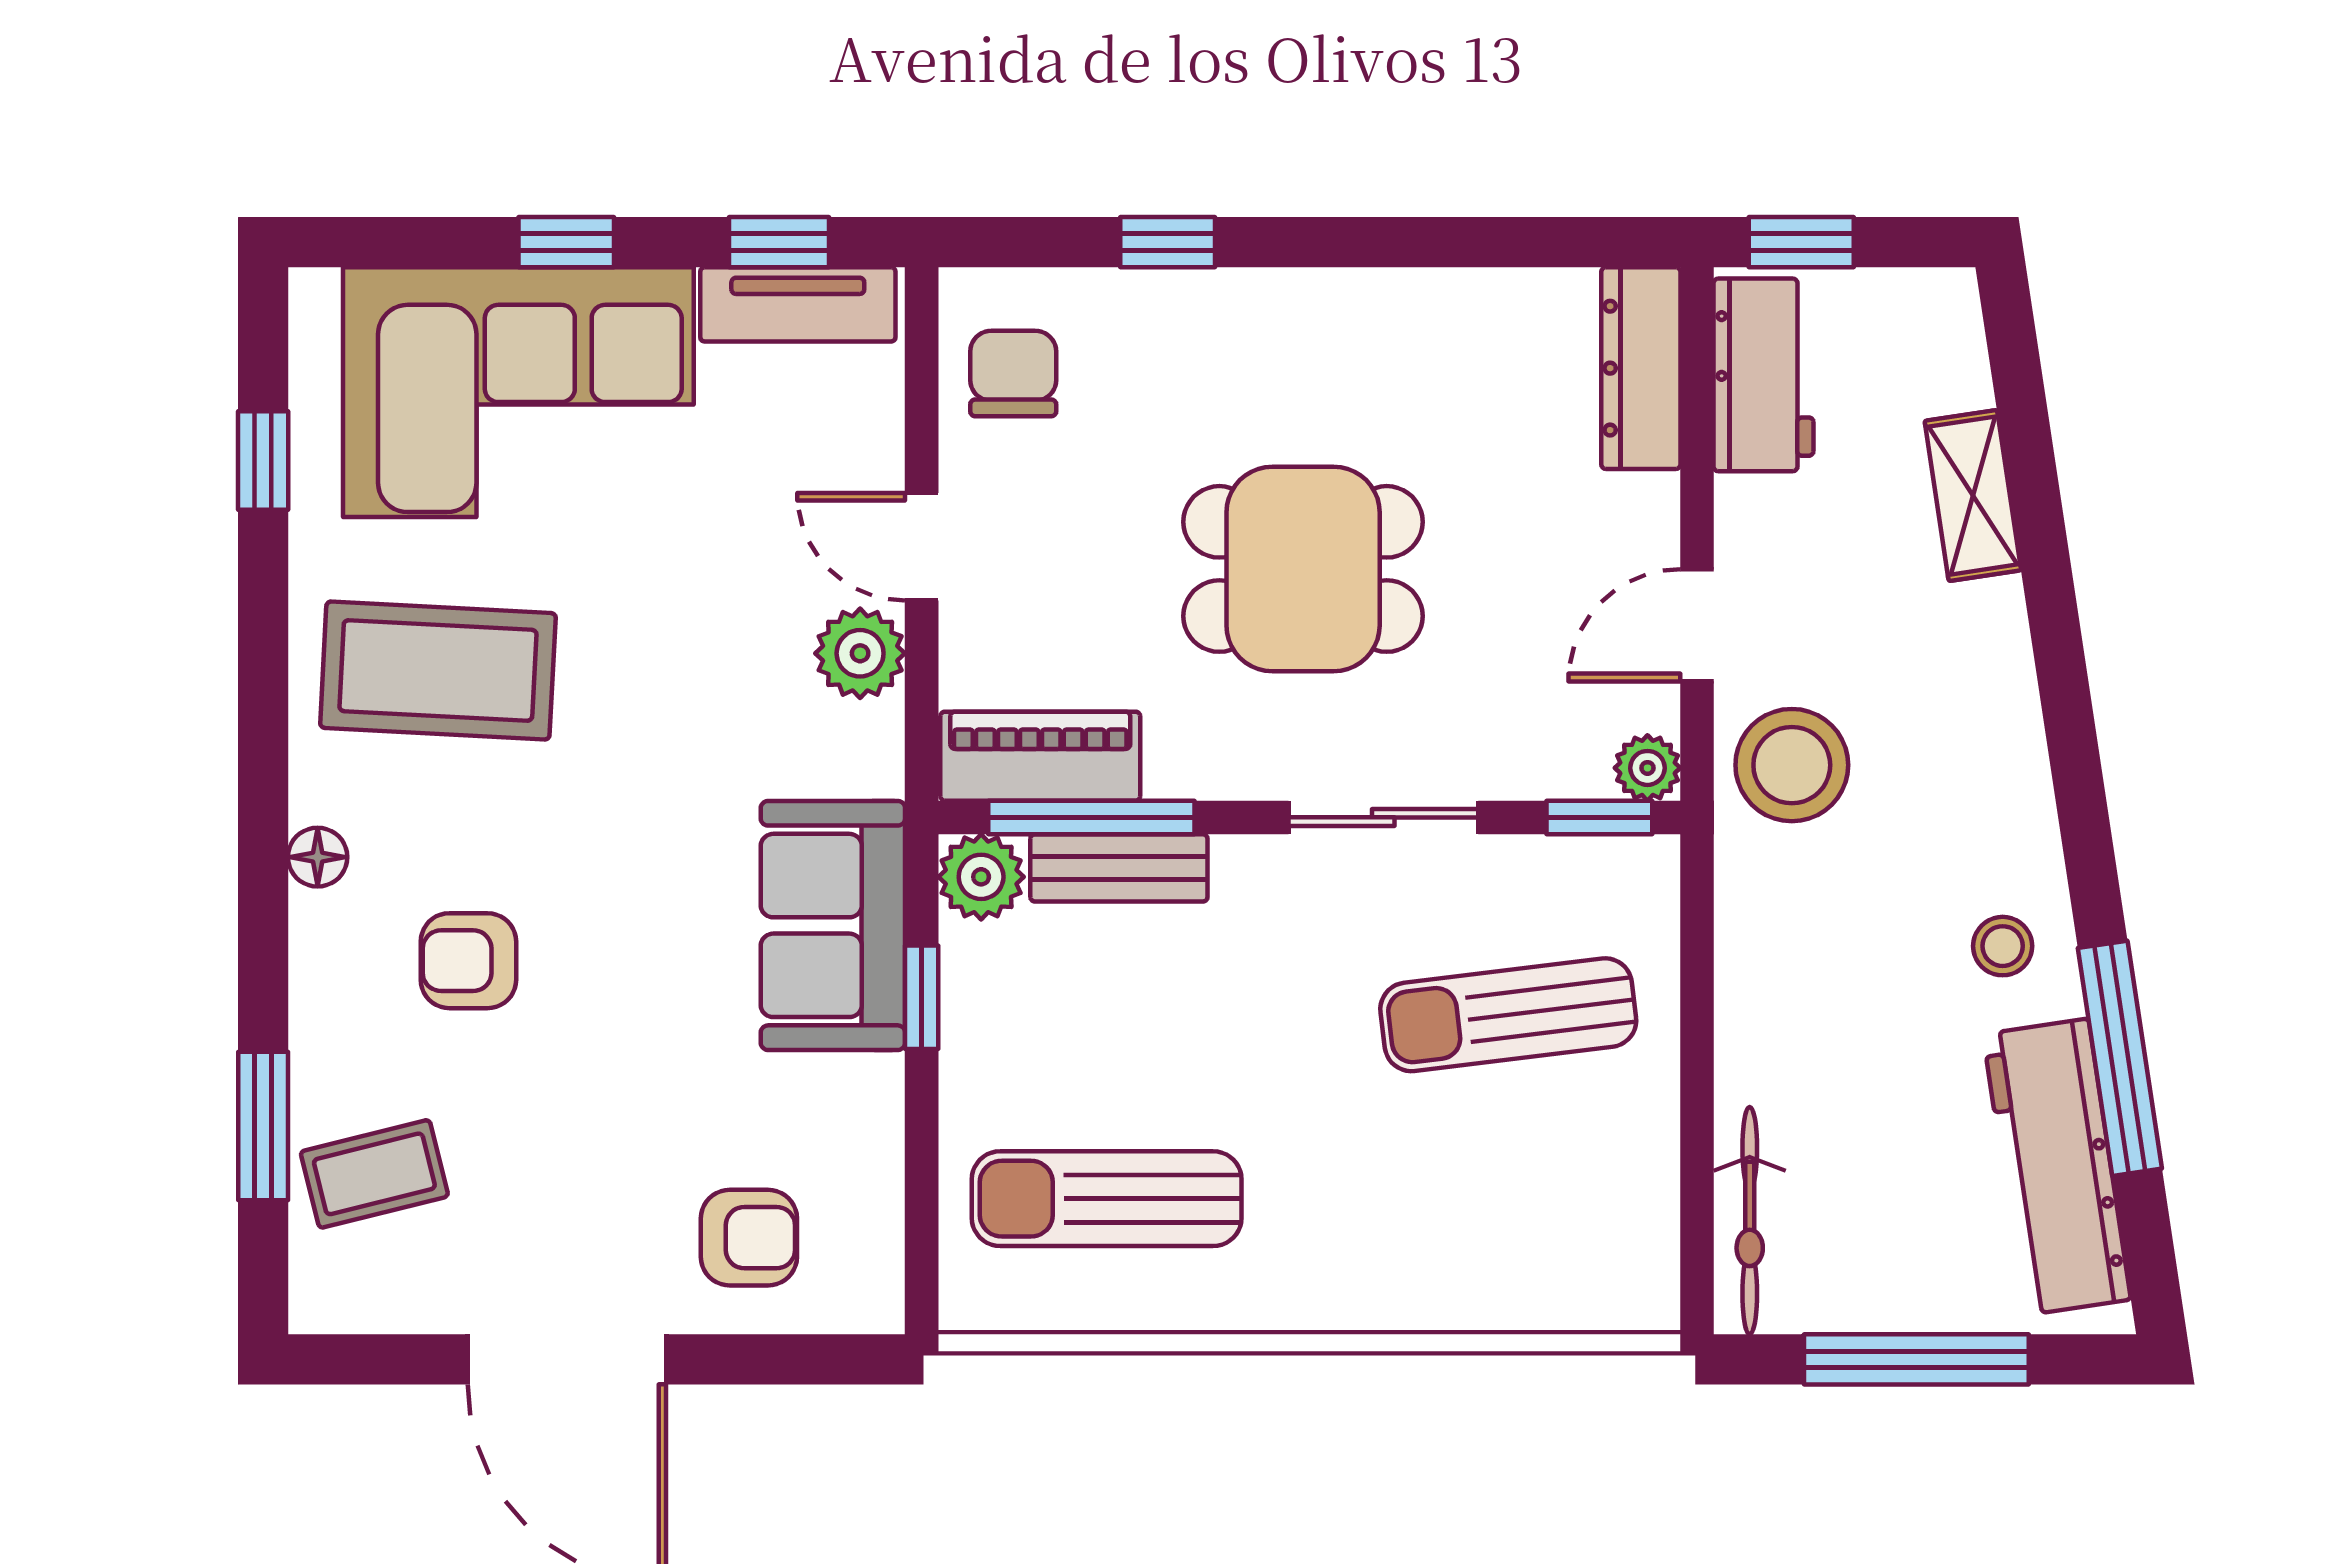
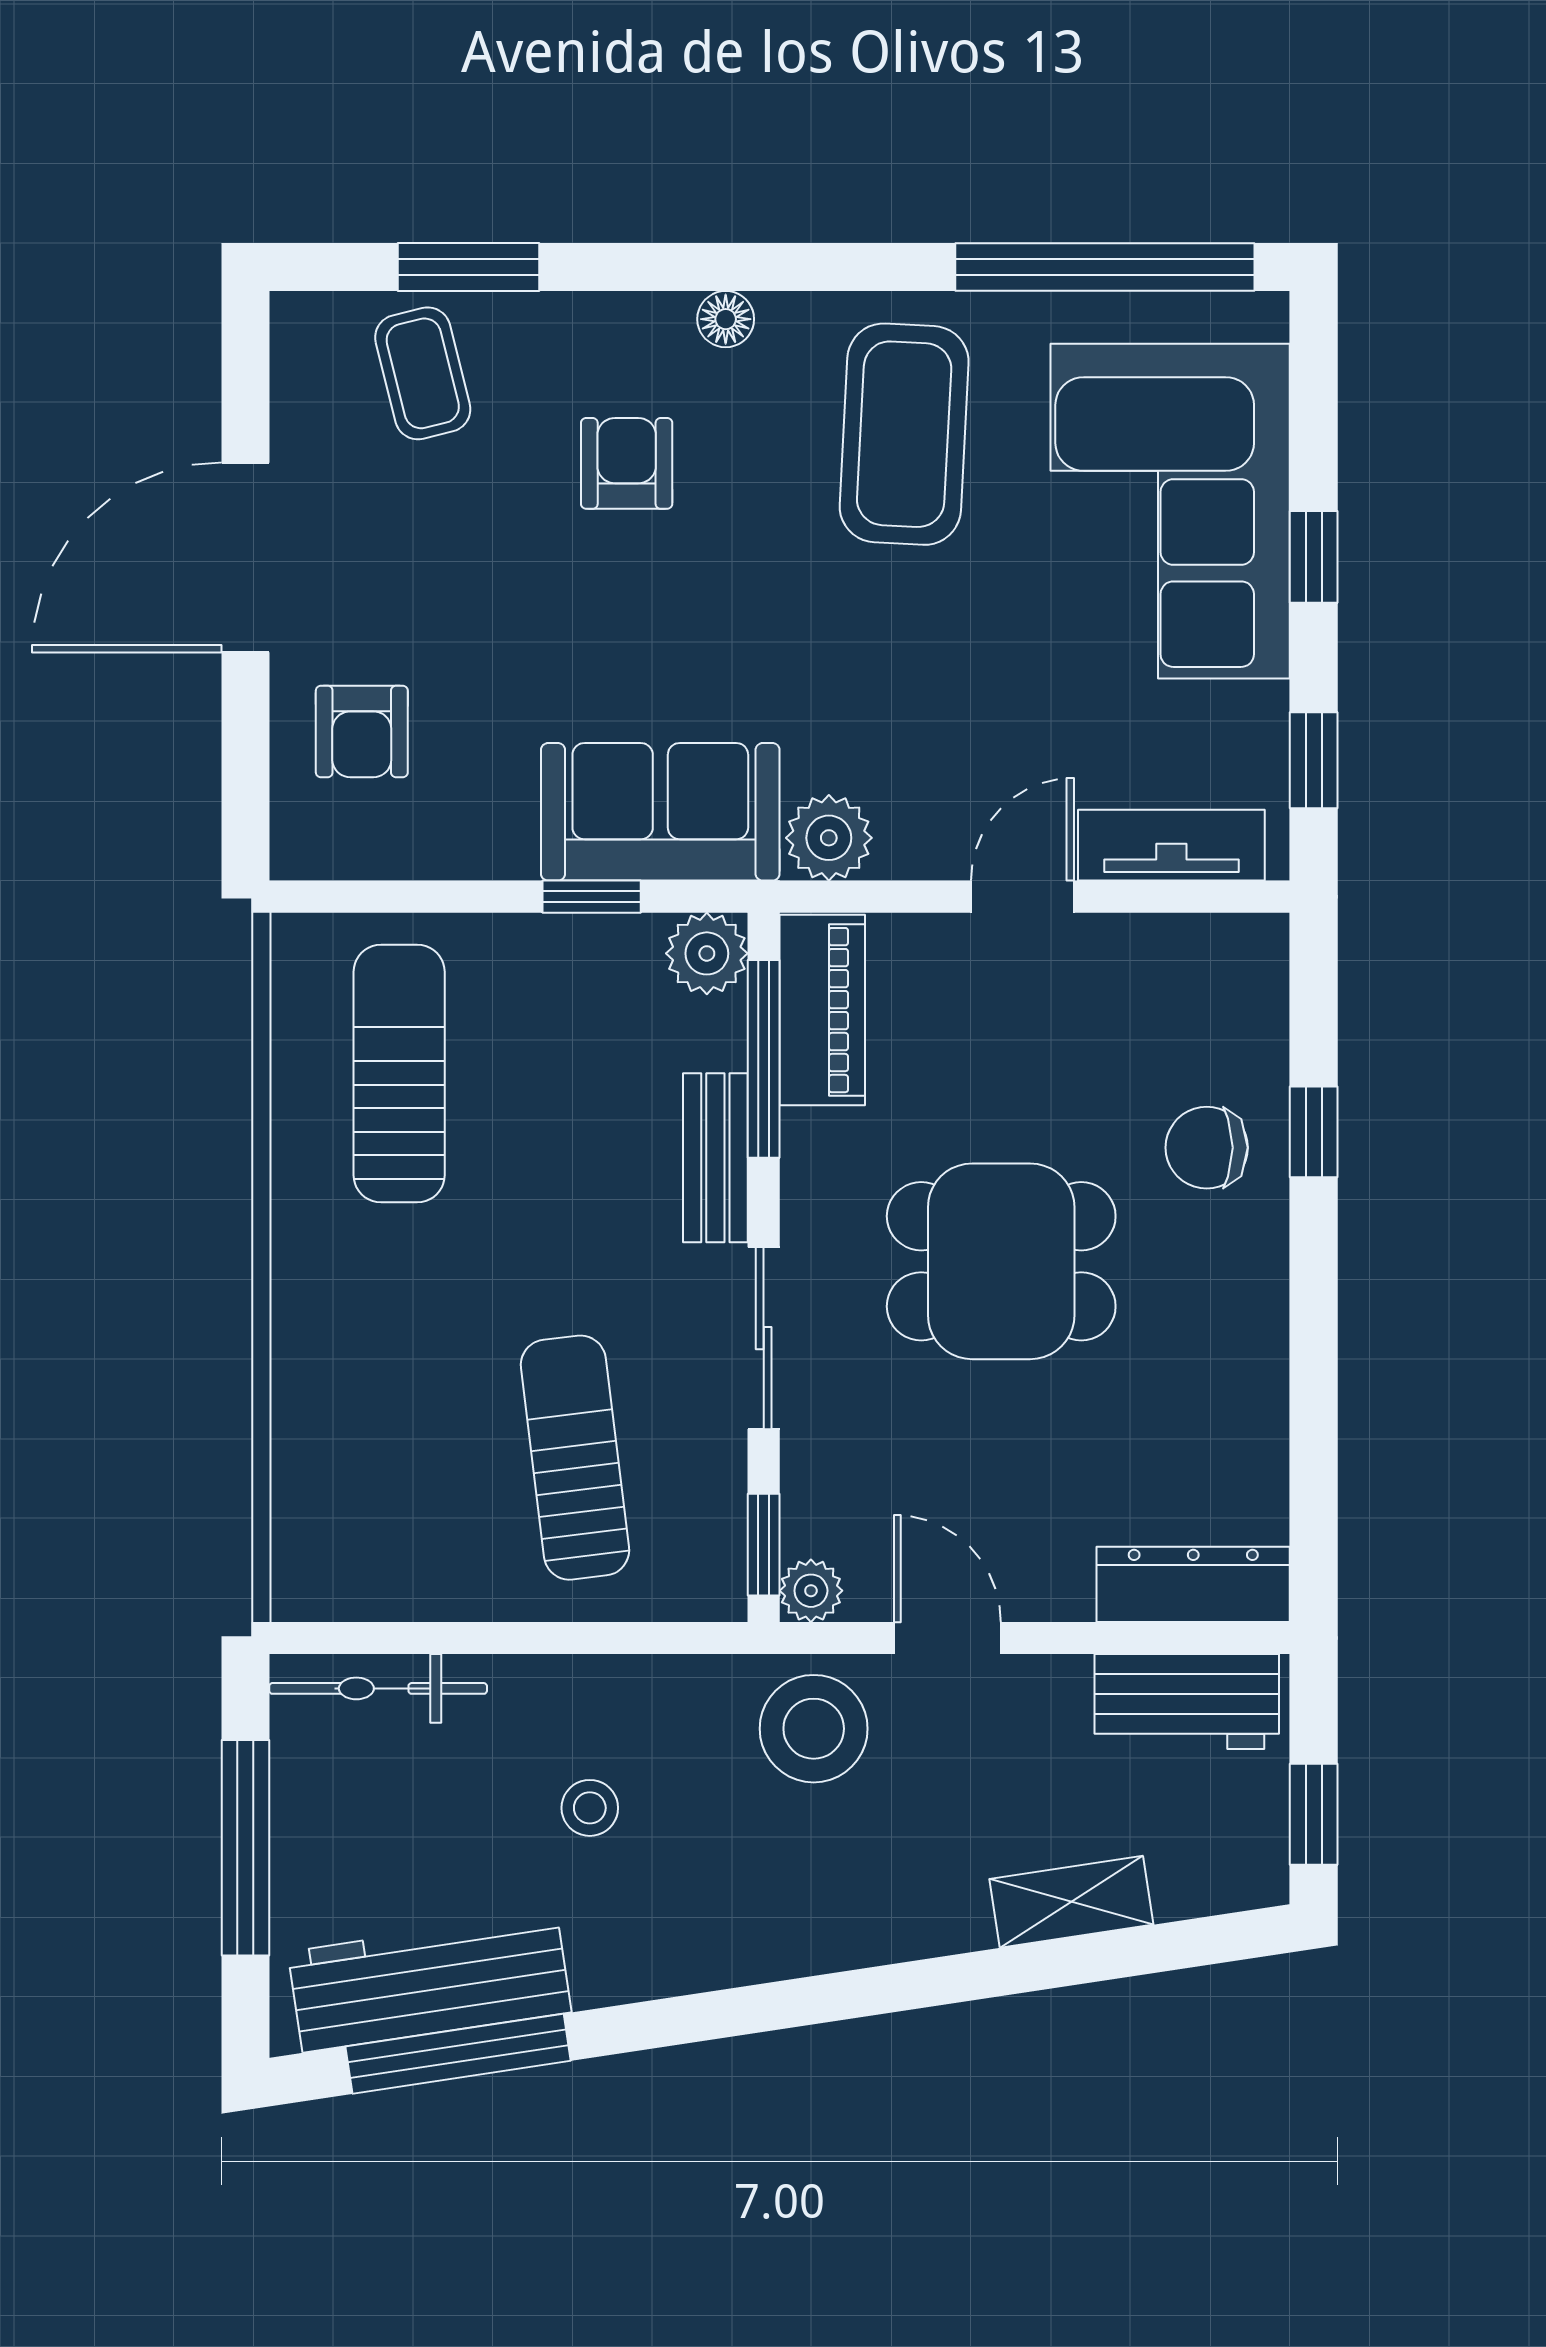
window: (1801, 242) -> (1314, 1814), moved
tv unit: (798, 304) -> (1171, 845), moved, turned 90
chair: (1013, 374) -> (1207, 1148), moved, turned 180
window: (263, 461) -> (1105, 267), width x3.17
dining table: (1303, 569) -> (1001, 1261), turned 90
plant: (860, 653) -> (829, 838), moved
bench: (1119, 868) -> (715, 1158), moved
stool: (2003, 946) -> (590, 1808), moved
window: (2120, 1058) -> (458, 2054), moved

